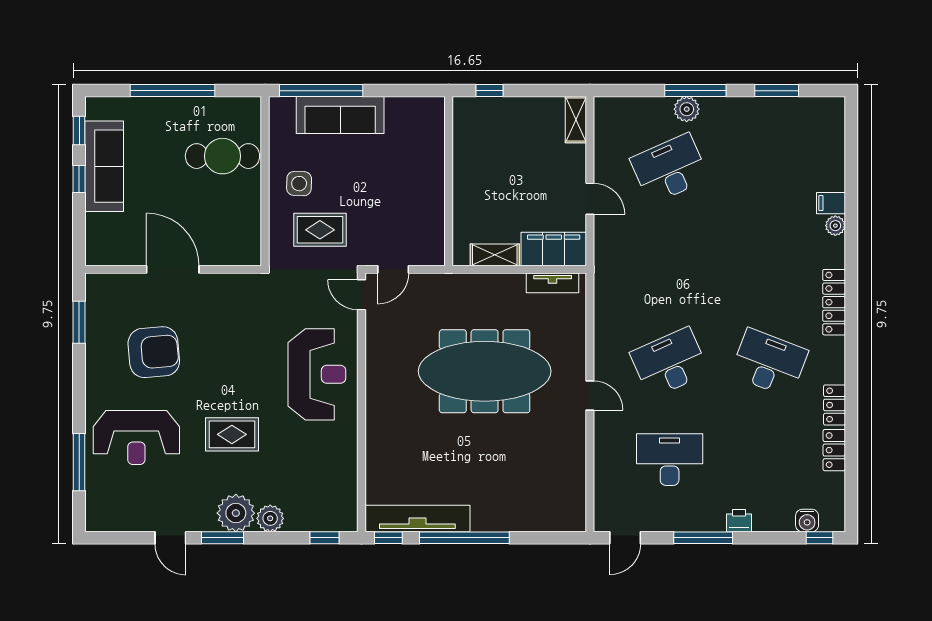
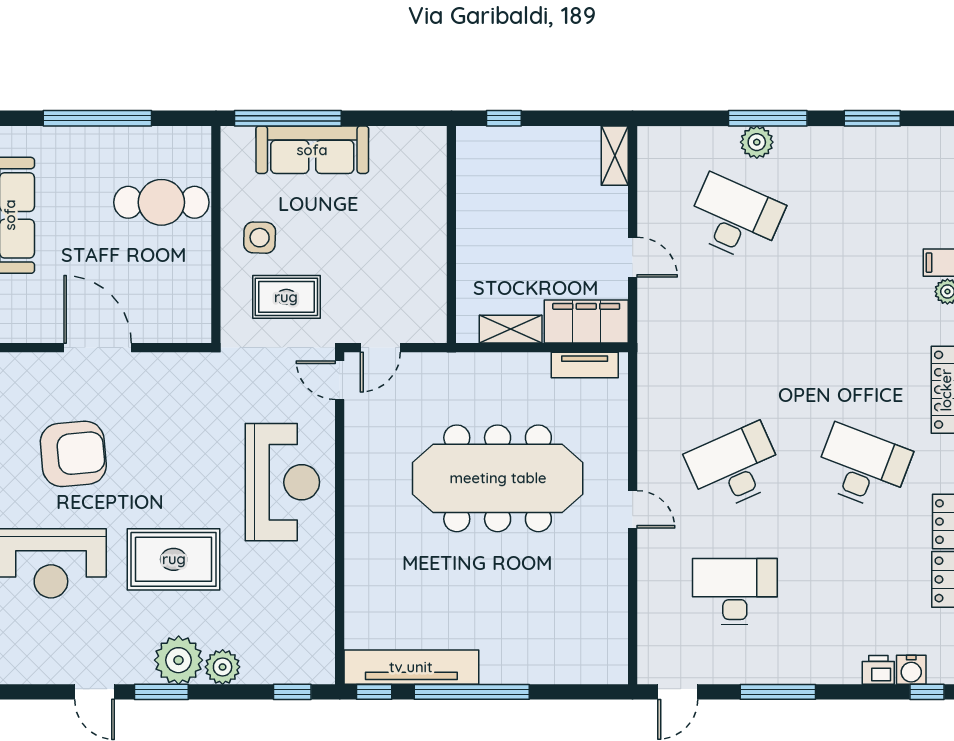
desk: (670, 169) -> (735, 218), turned 48
rug: (232, 434) -> (174, 559), width x1.36, depth x1.43
printer: (739, 521) -> (878, 670), moved

